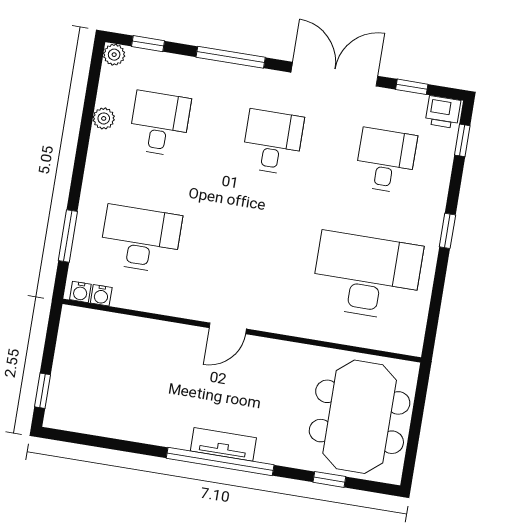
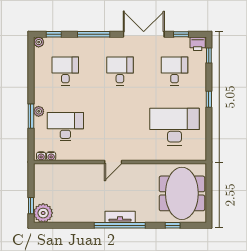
plant: (104, 118) -> (39, 111), moved
window: (68, 236) -> (31, 116), moved
plant: (65, 410) -> (43, 213), added

